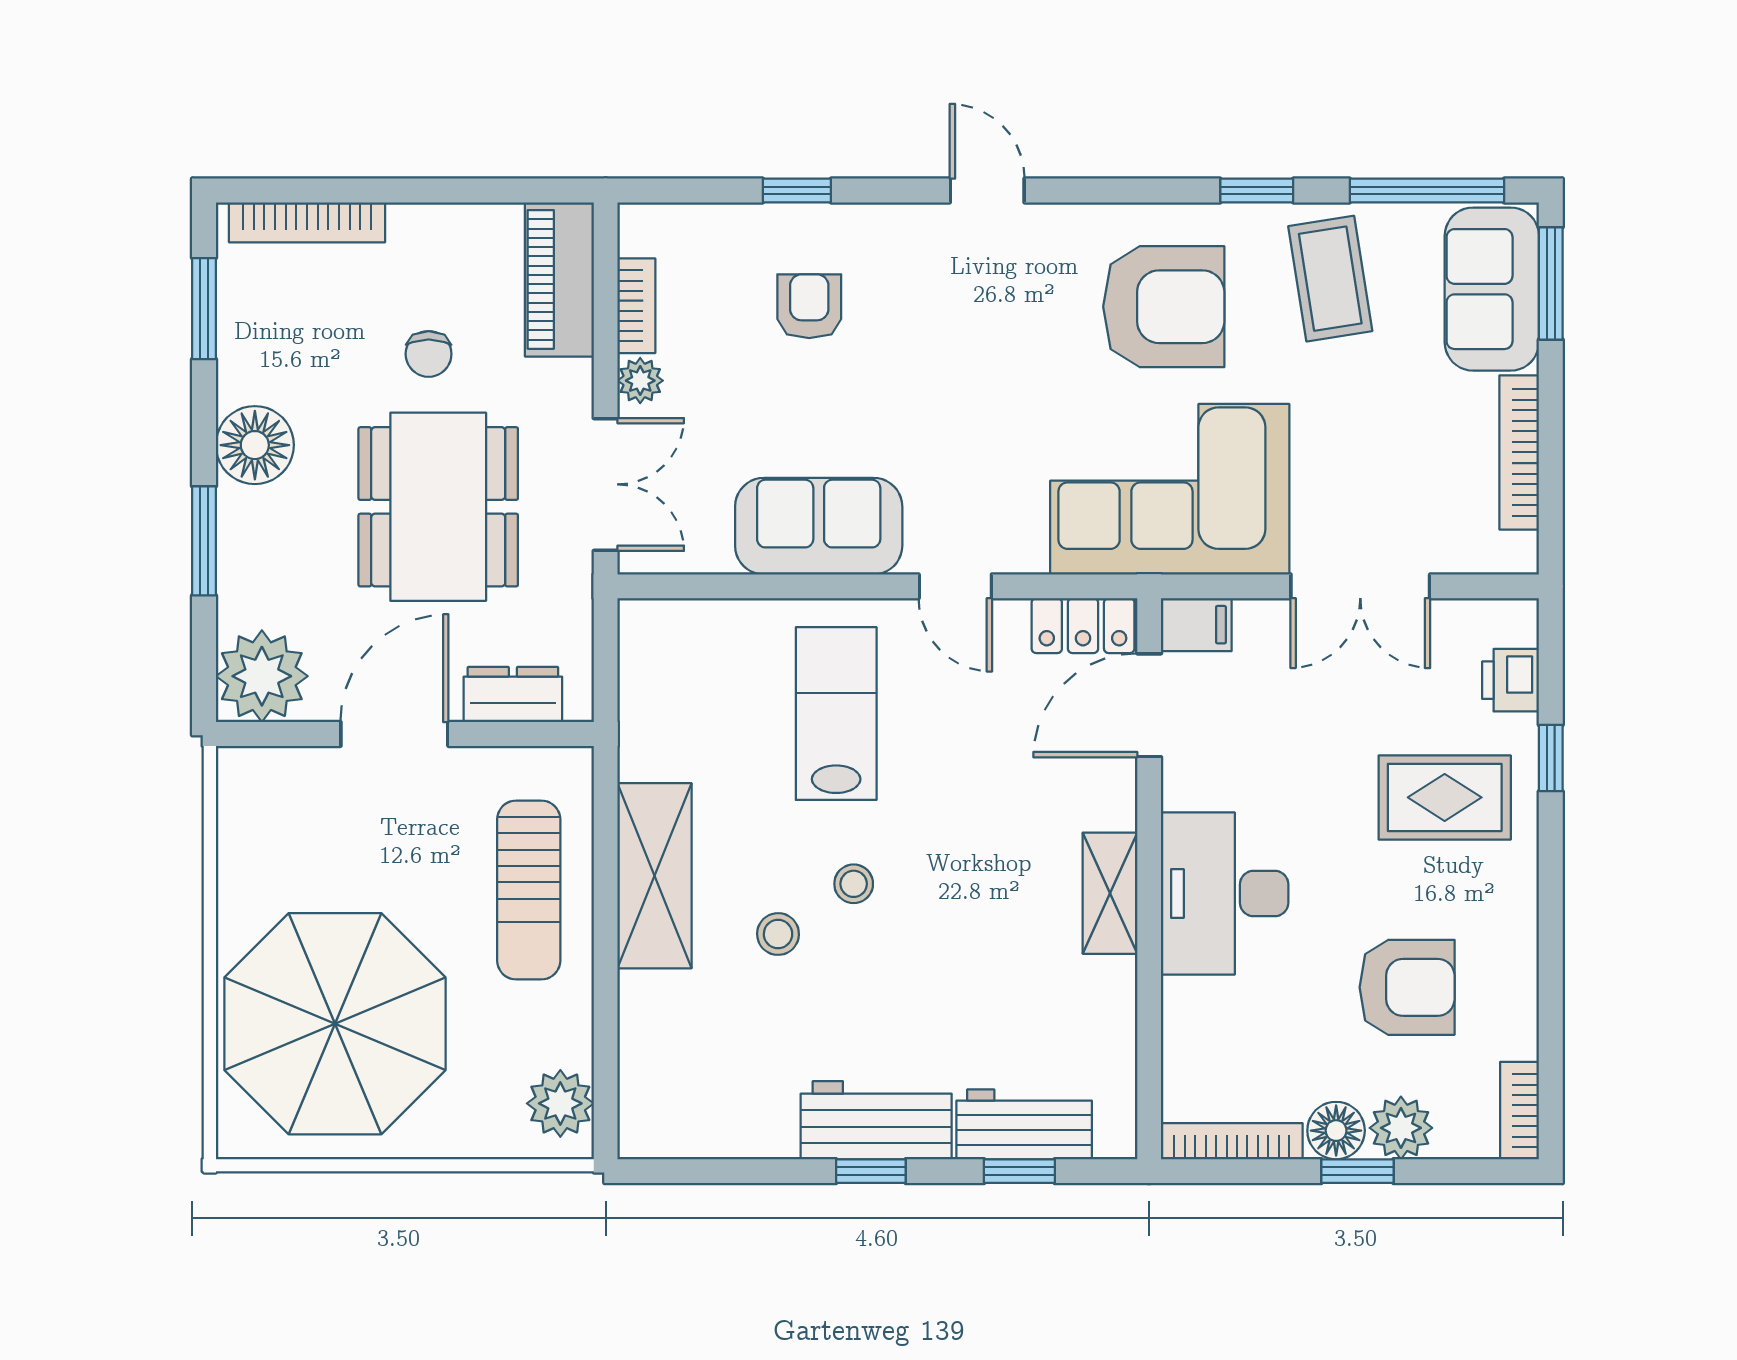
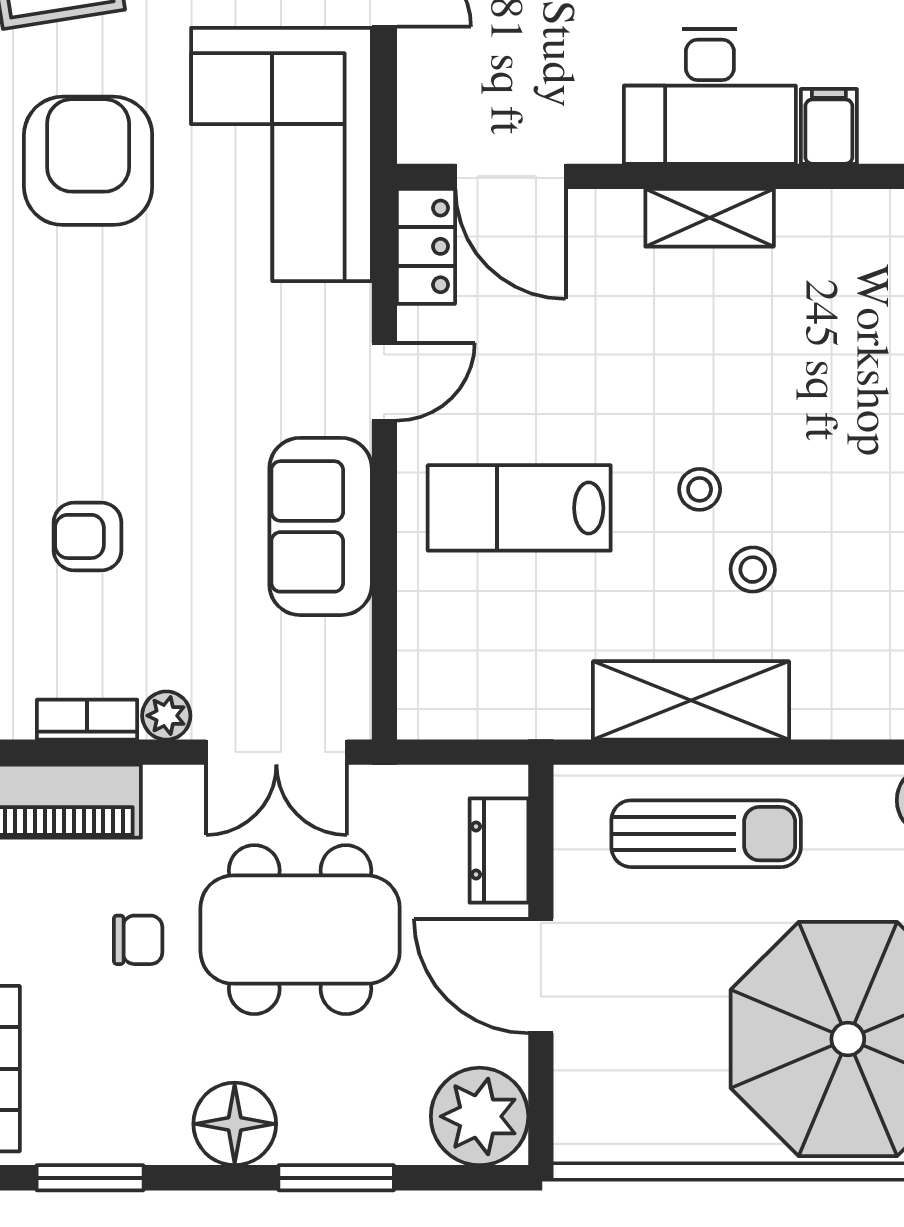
double door: (606, 484) -> (276, 752), swing flipped
filing cabinet: (1196, 625) -> (829, 126), moved

